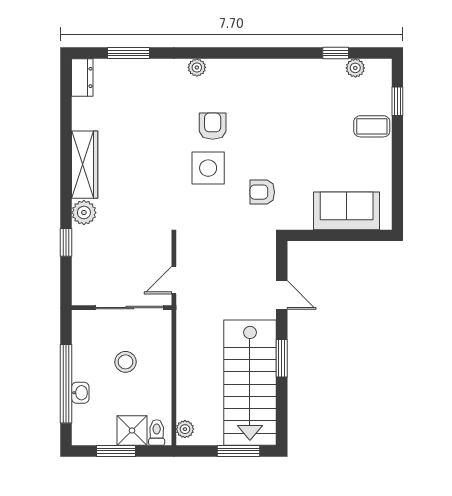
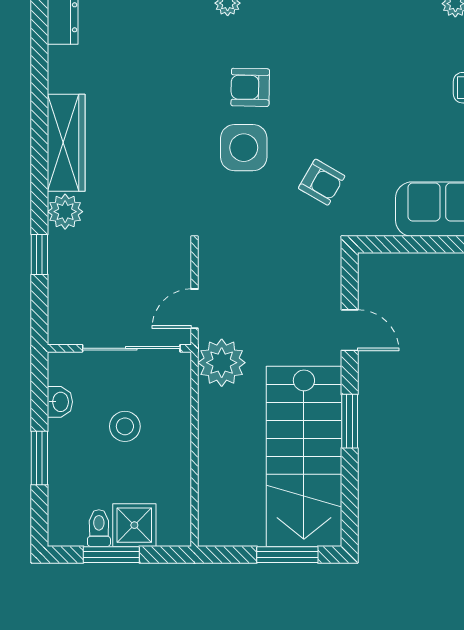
armchair: (213, 126) -> (250, 87), turned -89
armchair: (262, 192) -> (322, 182), turned -150
window: (66, 384) -> (39, 458), width x0.47
washbasin: (80, 393) -> (60, 402), moved
plant: (185, 429) -> (222, 363), moved, width x1.88, depth x1.88
toilet: (157, 433) -> (99, 528), moved

